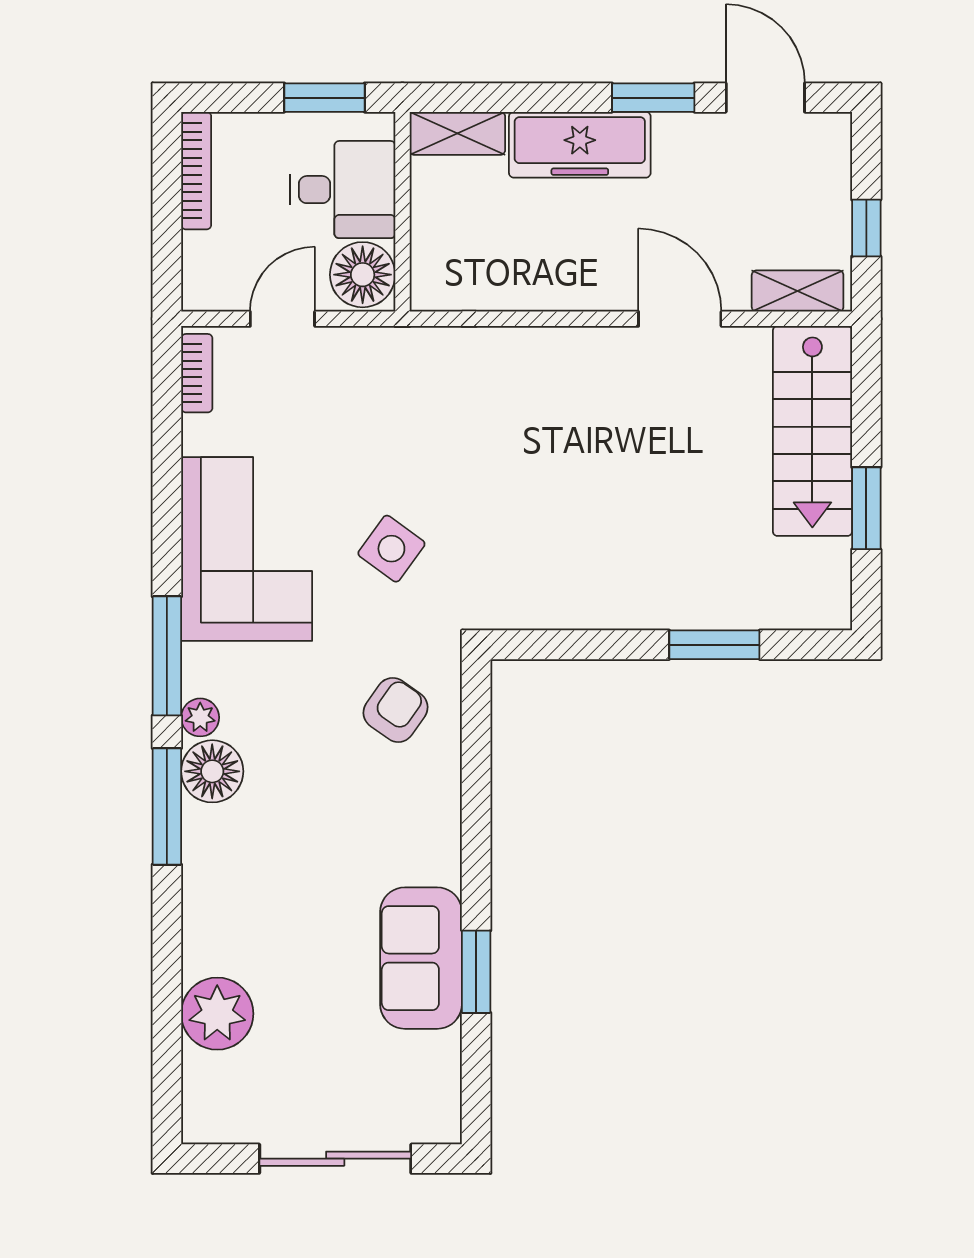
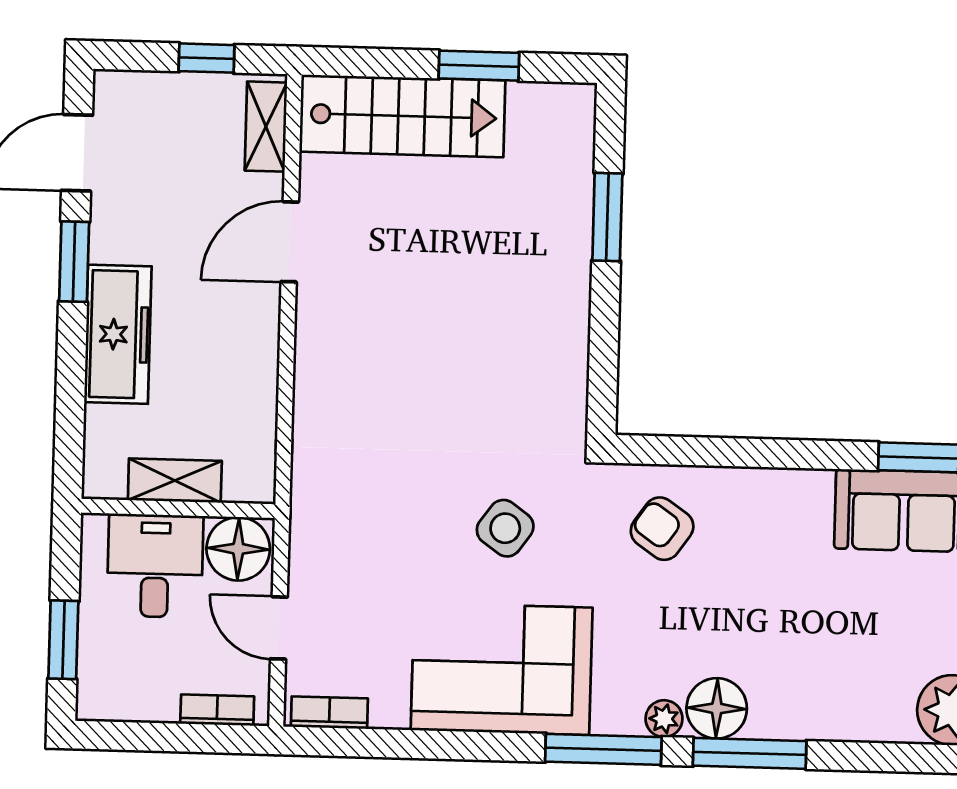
window: (324, 98) -> (63, 640), moved
shelving: (457, 133) -> (175, 480), moved, turned 90
bookcase: (196, 171) -> (217, 710), moved, width x0.64

